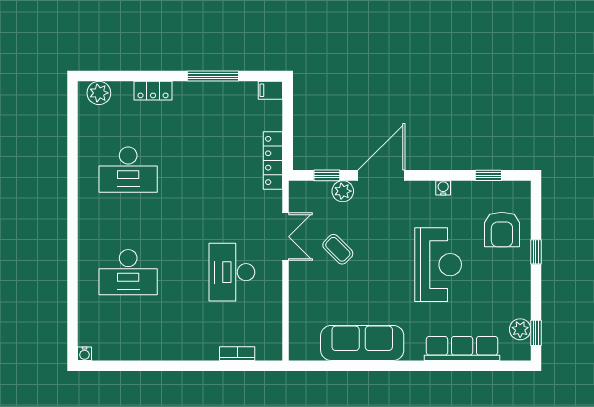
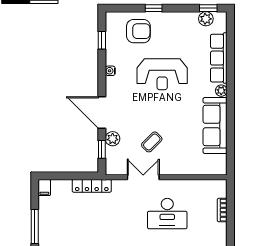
reception desk: (438, 265) -> (162, 74), turned 180
plant: (414, 352) -> (221, 91), added

